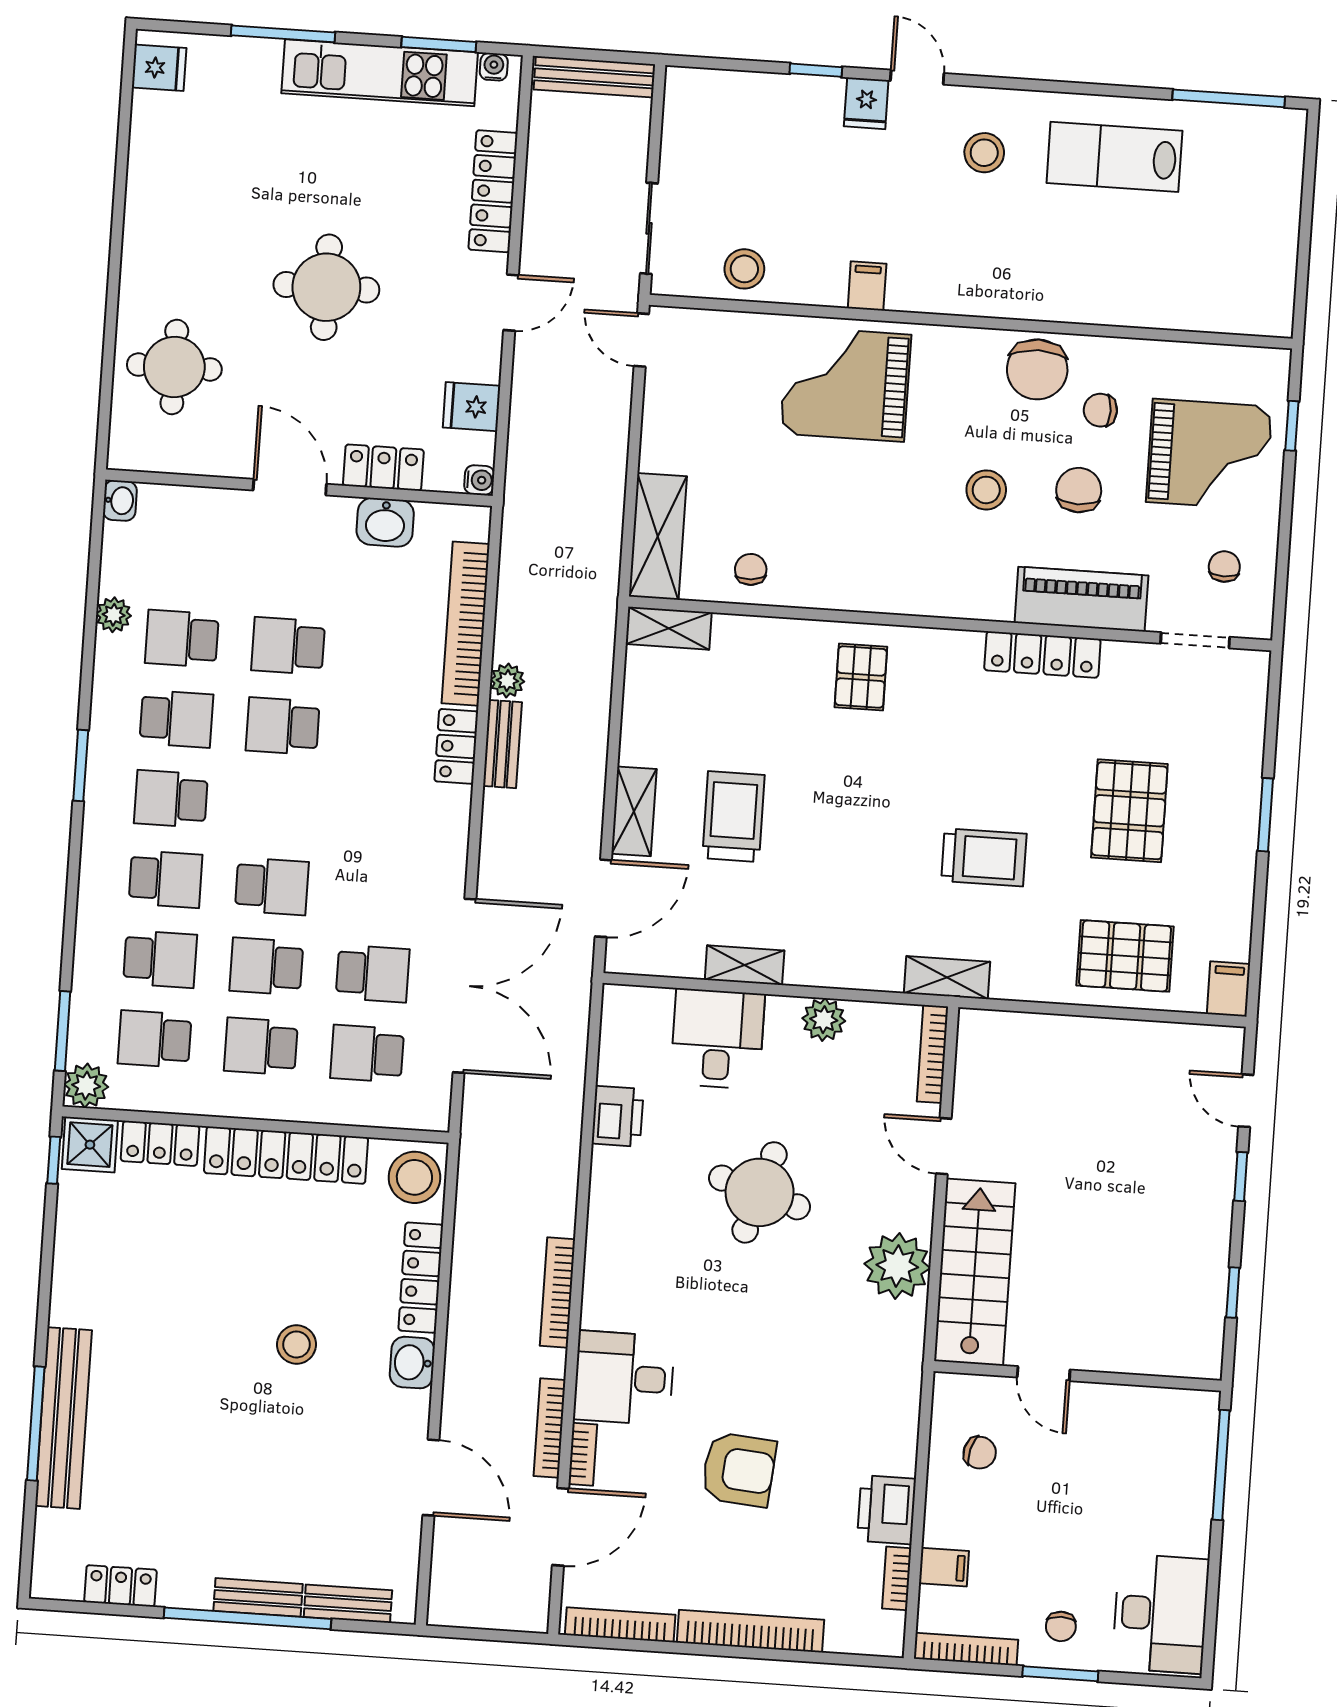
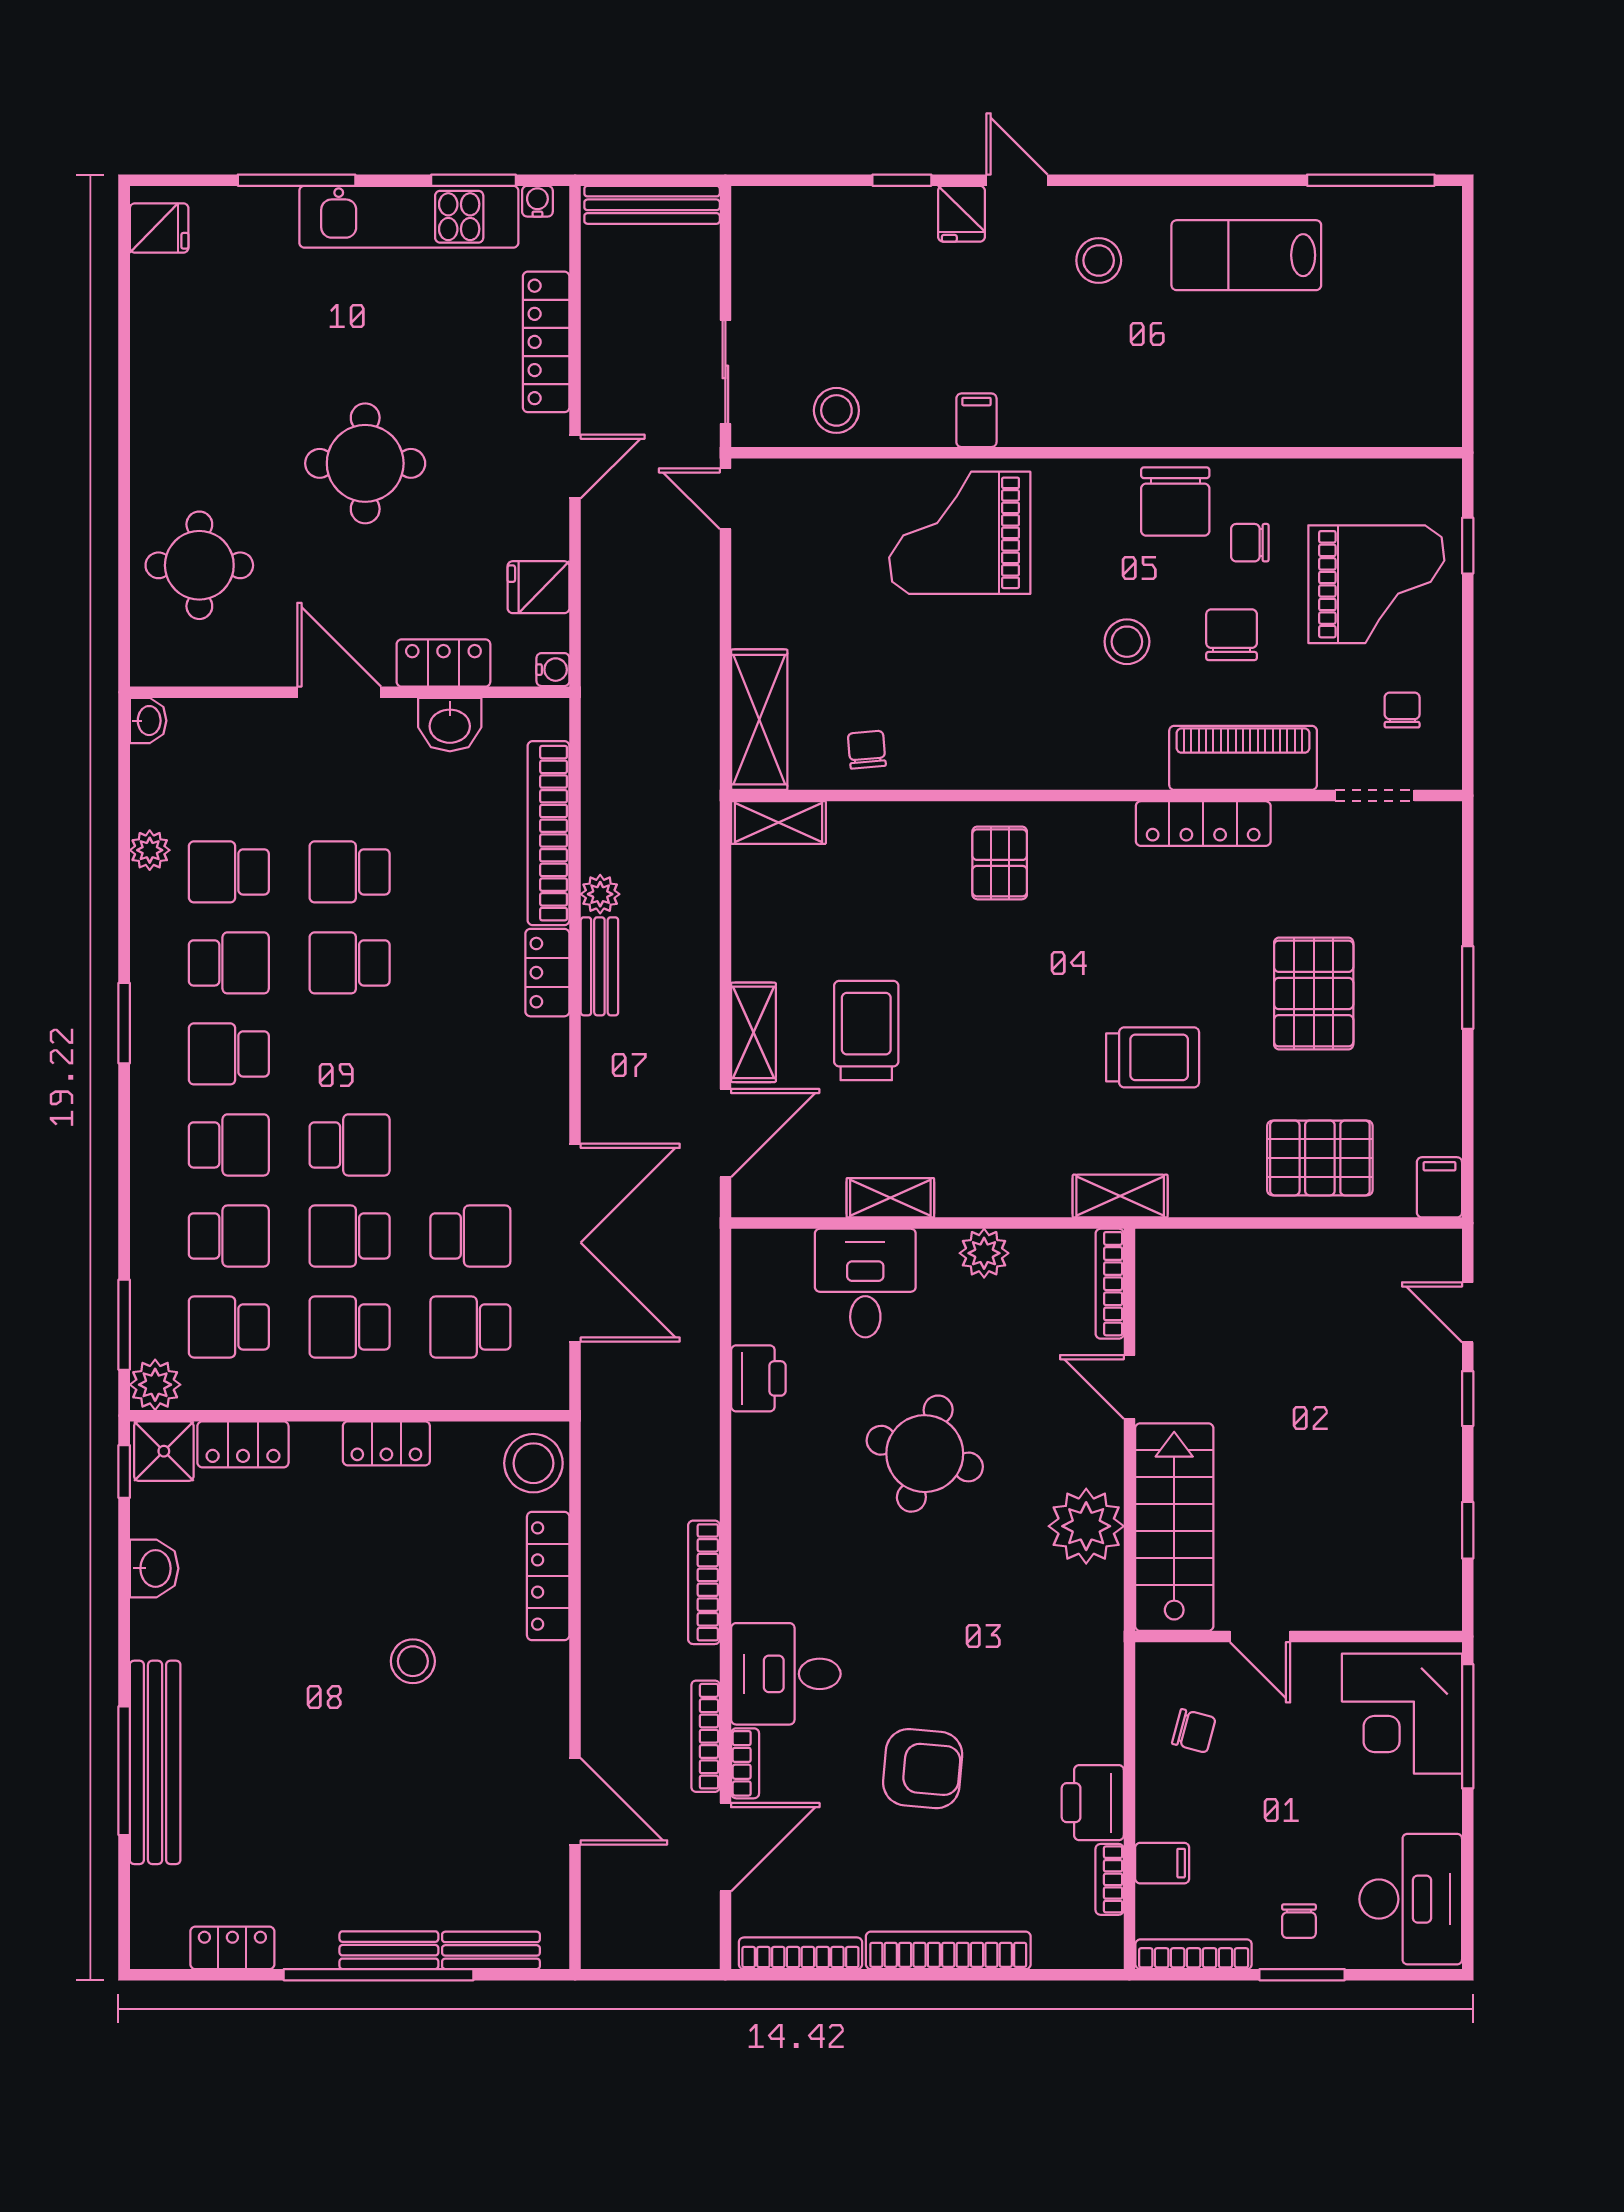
locker: (286, 1155) -> (386, 1443), width x0.46, depth x0.83
washbasin: (412, 1363) -> (154, 1568), moved, turned 180
corner desk: (1164, 1450) -> (1402, 1714), added

